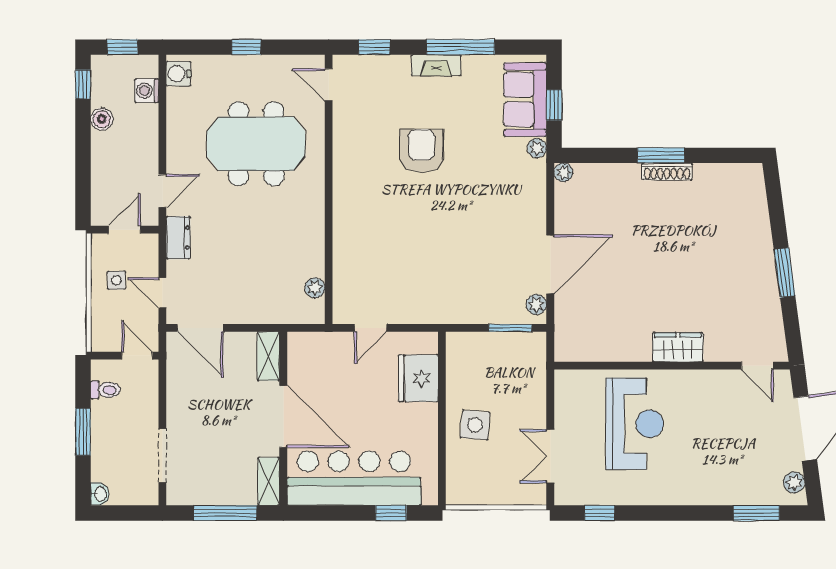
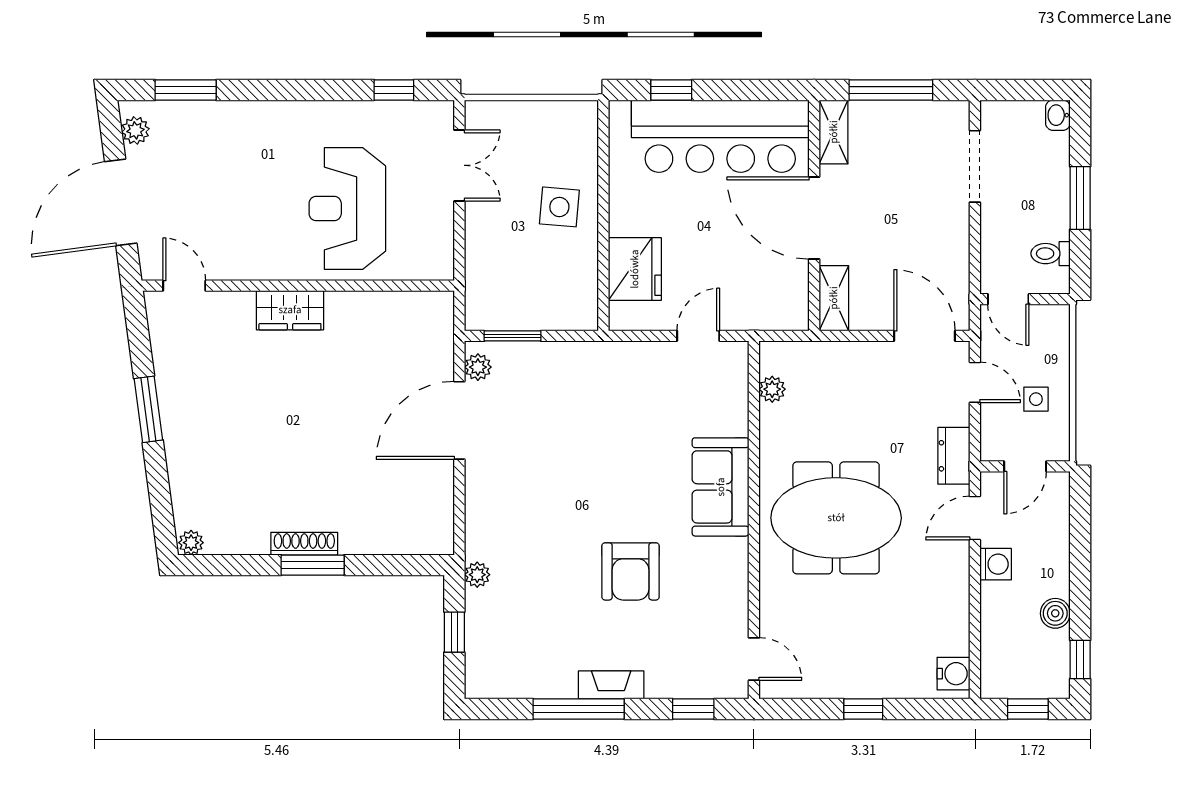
washing machine: (147, 91) -> (996, 564), moved
sofa: (525, 100) -> (721, 487), moved, turned 180
meeting table: (256, 144) -> (836, 518), moved
plant: (563, 172) -> (191, 543), moved

